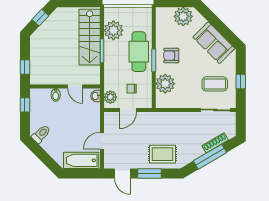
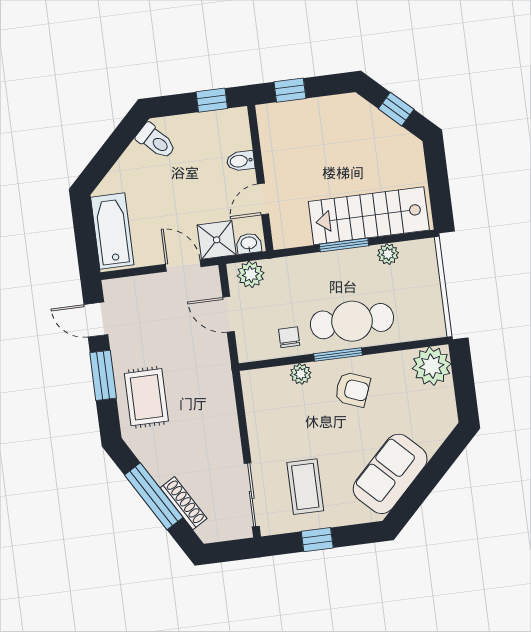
plant: (183, 16) -> (432, 366), moved
plant: (113, 30) -> (388, 254), width x0.53, depth x0.53
armchair: (171, 56) -> (352, 389), turned 111
plant: (165, 84) -> (301, 374), width x0.53, depth x0.53
chair: (132, 89) -> (289, 337), moved
shower: (92, 111) -> (217, 240), added
door: (102, 141) -> (183, 266), moved
door: (122, 173) -> (96, 320), hinge flipped

